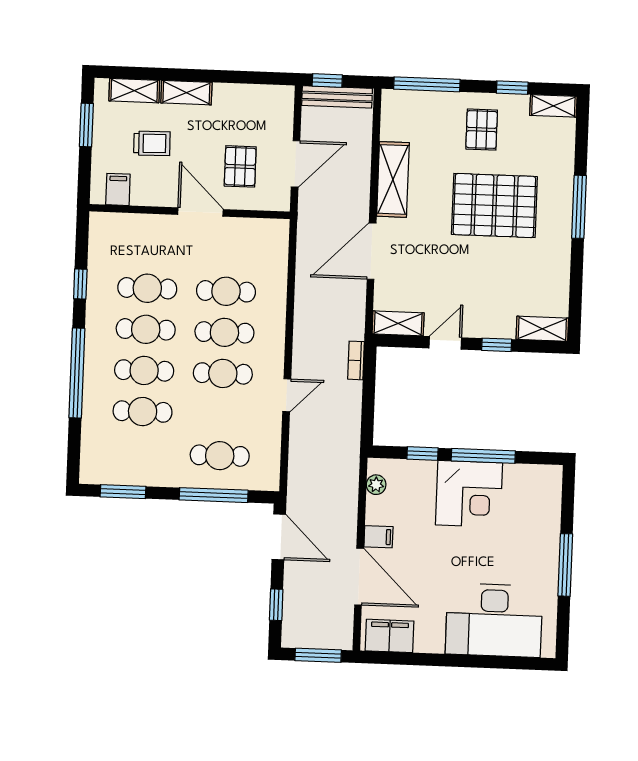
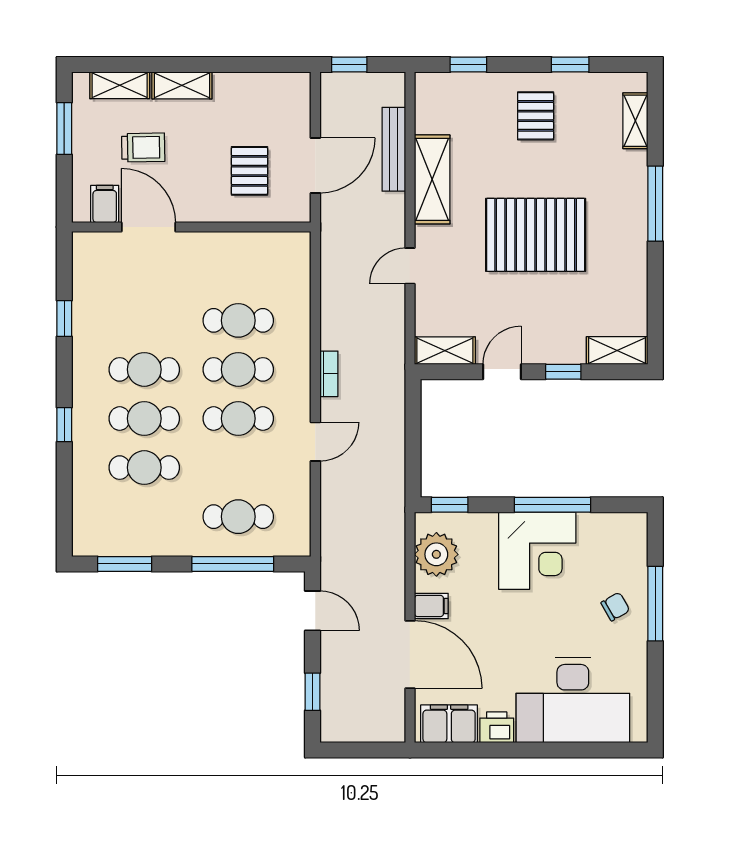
window: (427, 84) -> (468, 64), width x0.46
bench: (337, 97) -> (394, 149), moved, turned 90
shelving: (553, 106) -> (635, 121), moved, turned 90
pallet: (494, 206) -> (536, 235), moved
door: (200, 212) -> (149, 227), moved
door: (372, 251) -> (410, 266), width x0.53
cafe table: (147, 288) -> (144, 320), removed
bookcase: (356, 360) -> (329, 374), moved, turned 180
window: (77, 373) -> (64, 425), width x0.32
window: (423, 454) -> (450, 505), moved
plant: (376, 485) -> (436, 554), width x1.88, depth x1.88
door: (279, 537) -> (312, 611), width x0.73
chair: (533, 543) -> (615, 607), added
window: (565, 565) -> (655, 604), moved
printer: (429, 640) -> (497, 727), added
window: (318, 655) -> (365, 750), removed

